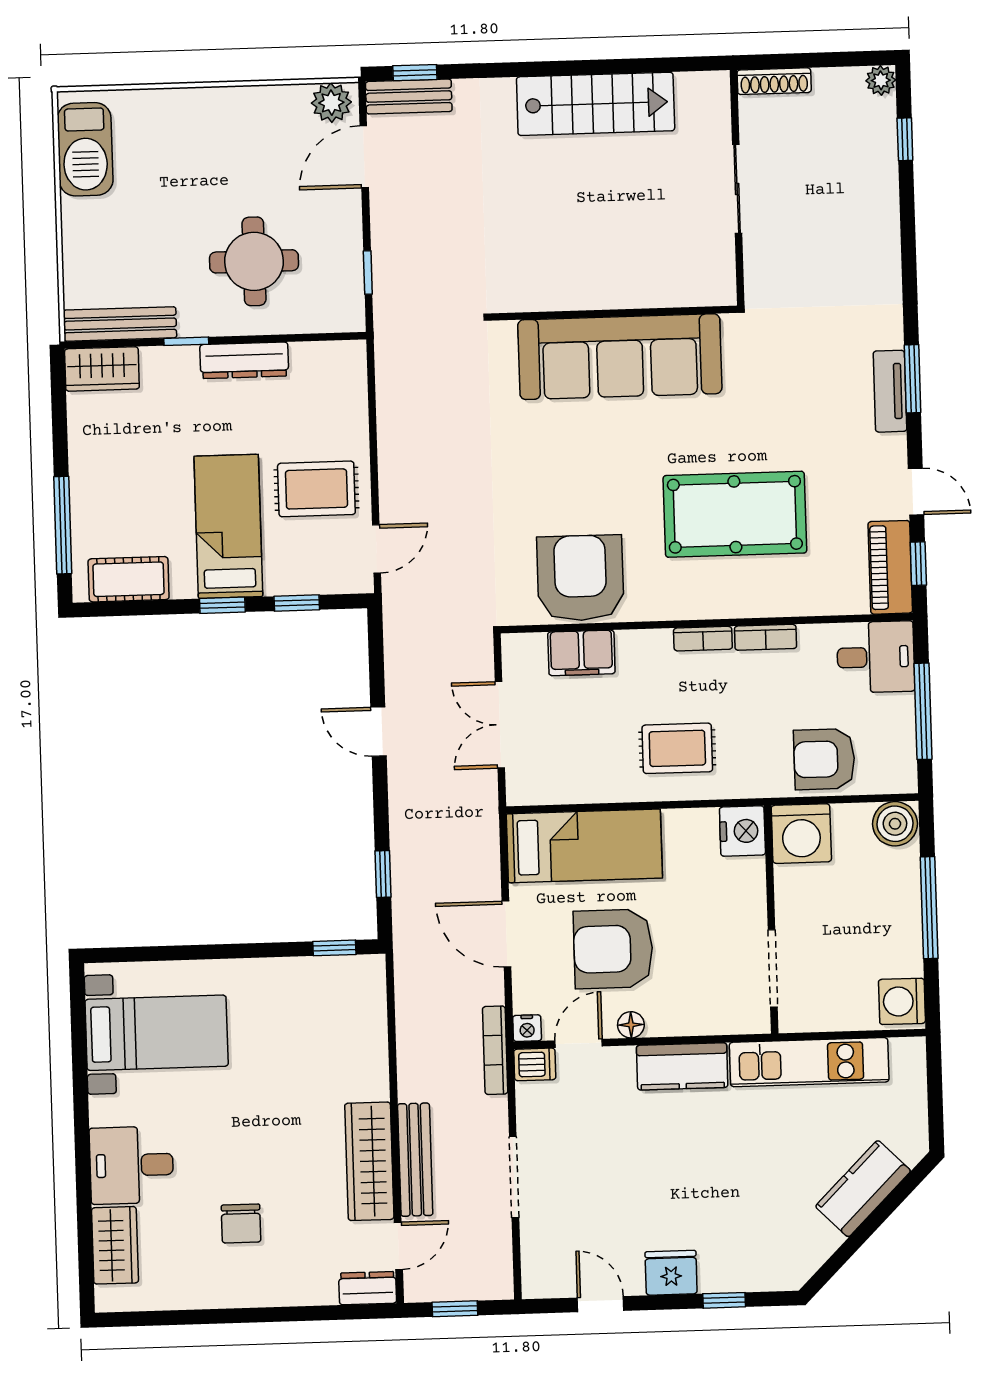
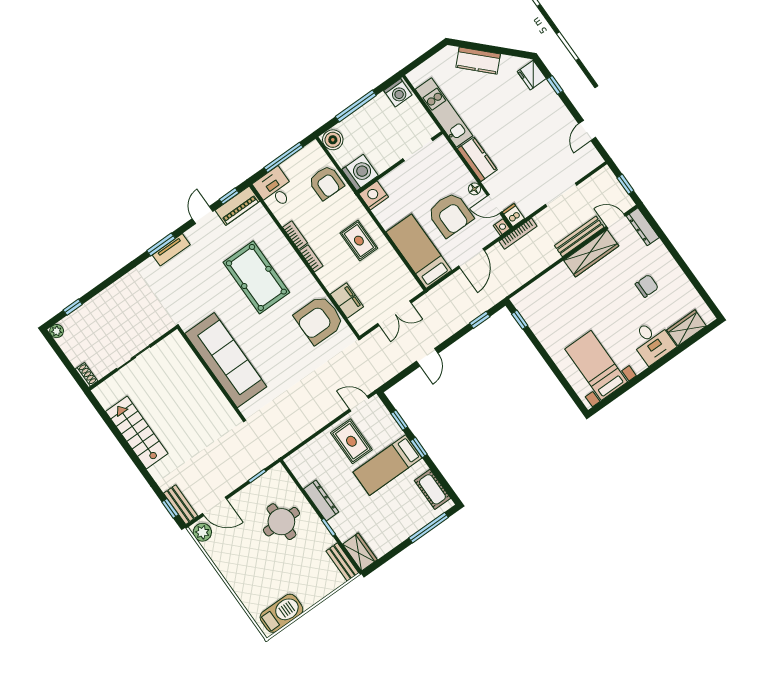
shoe rack: (774, 81) -> (86, 375), width x0.70
bench: (120, 324) -> (342, 562), width x0.73
fridge: (671, 1273) -> (532, 75), moved
dresser: (368, 1288) -> (643, 227), width x1.44

